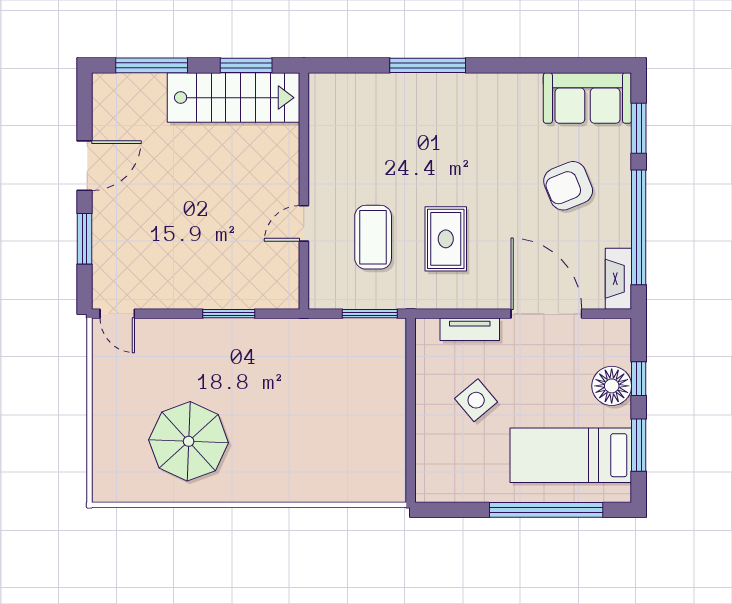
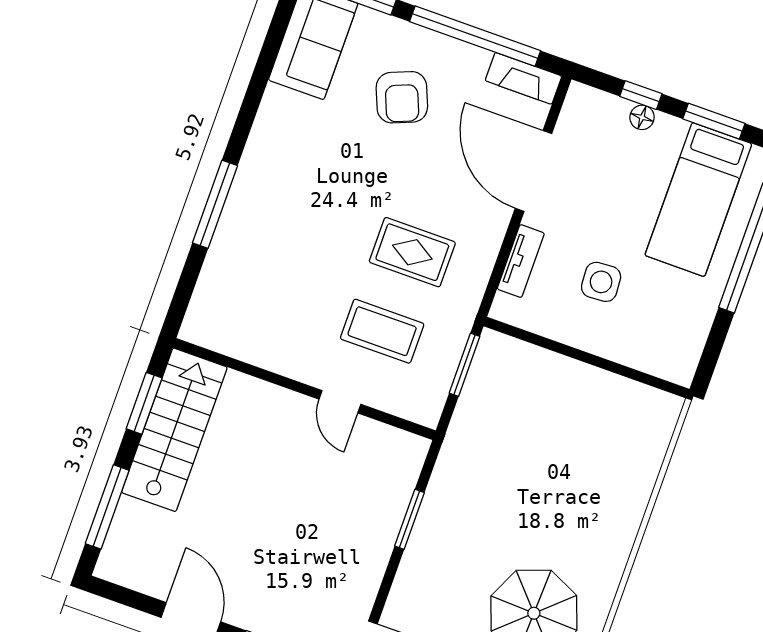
door: (546, 314) -> (534, 171), hinge flipped
floor lamp: (612, 386) -> (642, 117), width x0.53, depth x0.53
side table: (476, 400) -> (601, 282), turned 36

